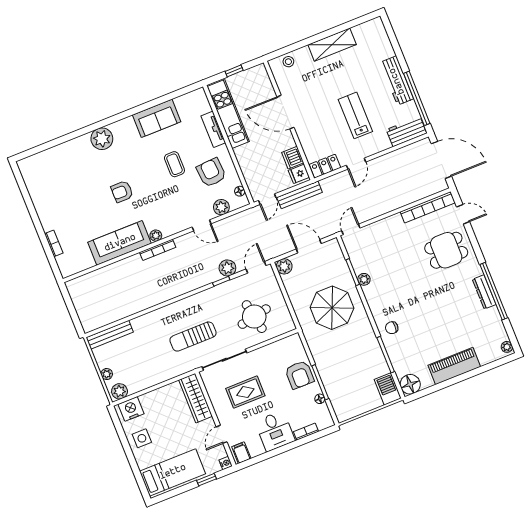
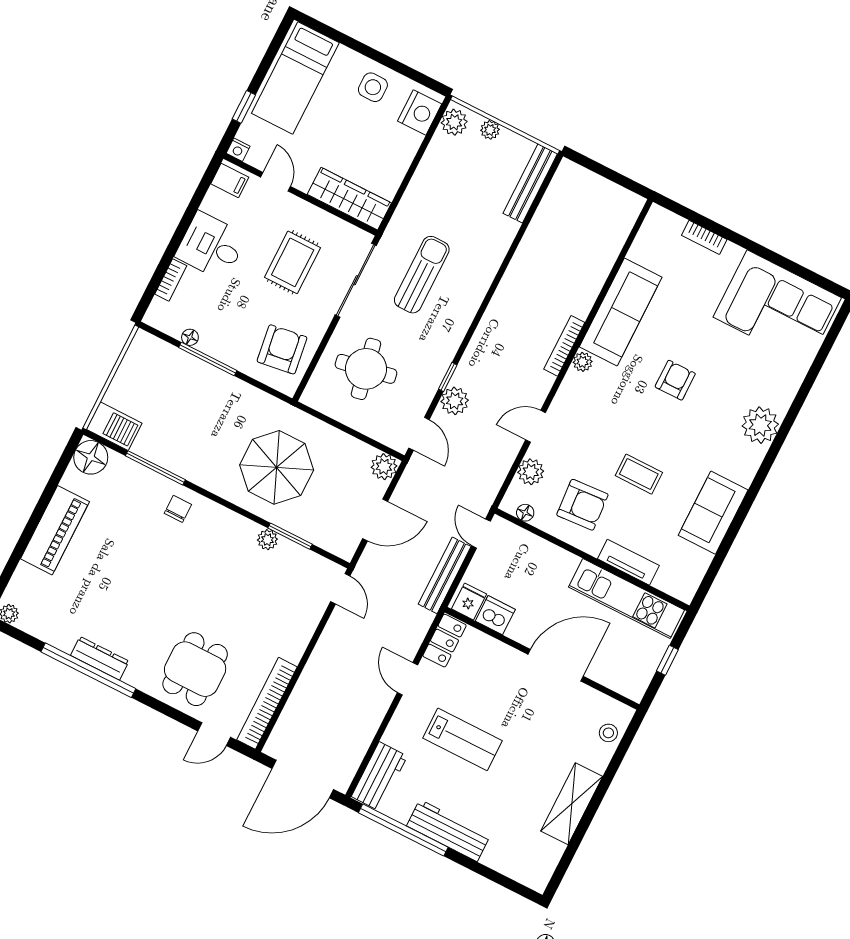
corner sofa: (49, 184) -> (777, 307), added
armchair: (299, 375) -> (282, 349), moved, turned 82

